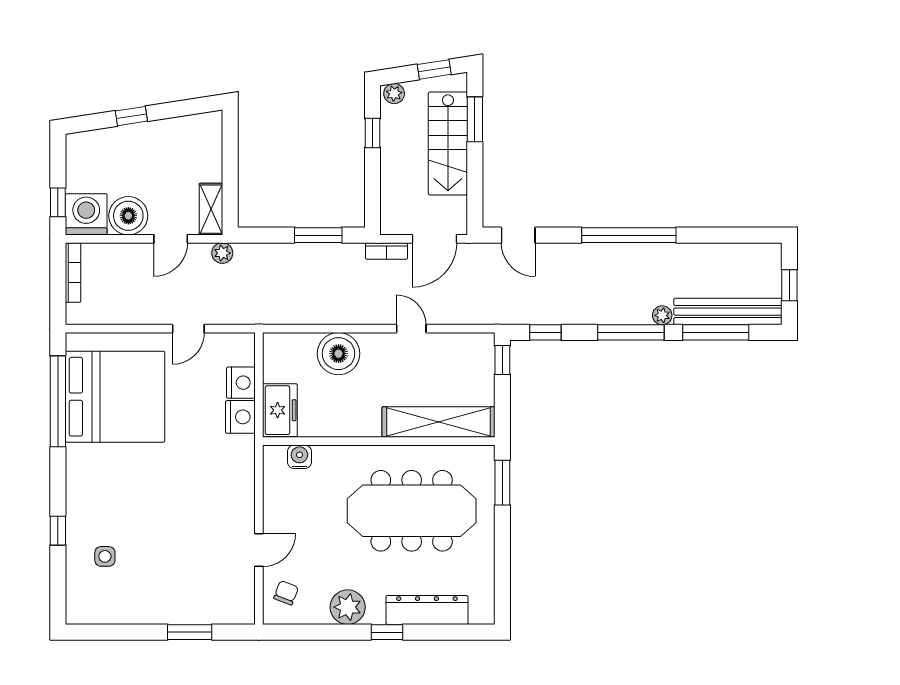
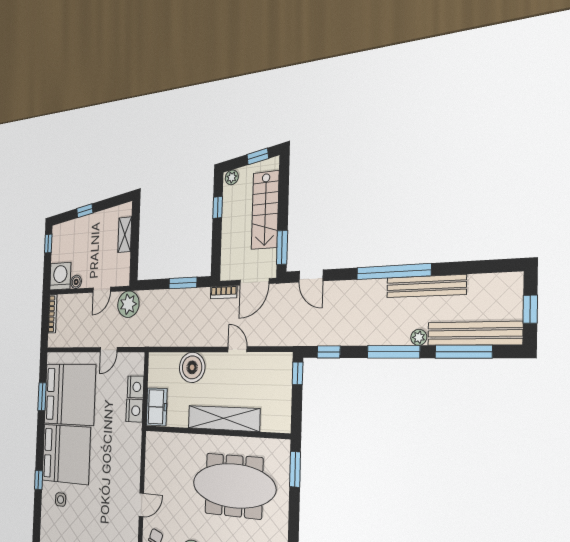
window: (475, 119) -> (282, 247), moved
window: (58, 202) -> (48, 244), moved
shelving: (211, 209) -> (125, 235), moved
boiler: (128, 216) -> (76, 282), width x0.54, depth x0.54
plant: (222, 253) -> (128, 304), width x1.88, depth x1.88
bench: (670, 255) -> (426, 286), added
window: (58, 401) -> (42, 397), width x0.47
shelving: (439, 422) -> (224, 418), moved
water cooler: (299, 457) -> (167, 441), removed
bed: (112, 487) -> (66, 454), added

